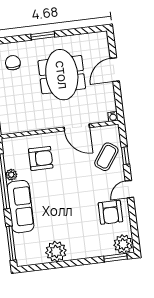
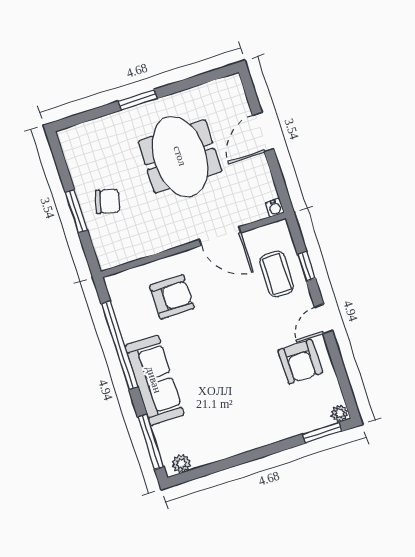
chair: (13, 63) -> (108, 201), moved, turned 105
coffee table: (106, 157) -> (277, 274), turned -35
plant: (11, 175) -> (130, 332), removed
plant: (123, 244) -> (340, 413), width x0.53, depth x0.53
plant: (56, 251) -> (181, 464), moved, width x0.53, depth x0.53

